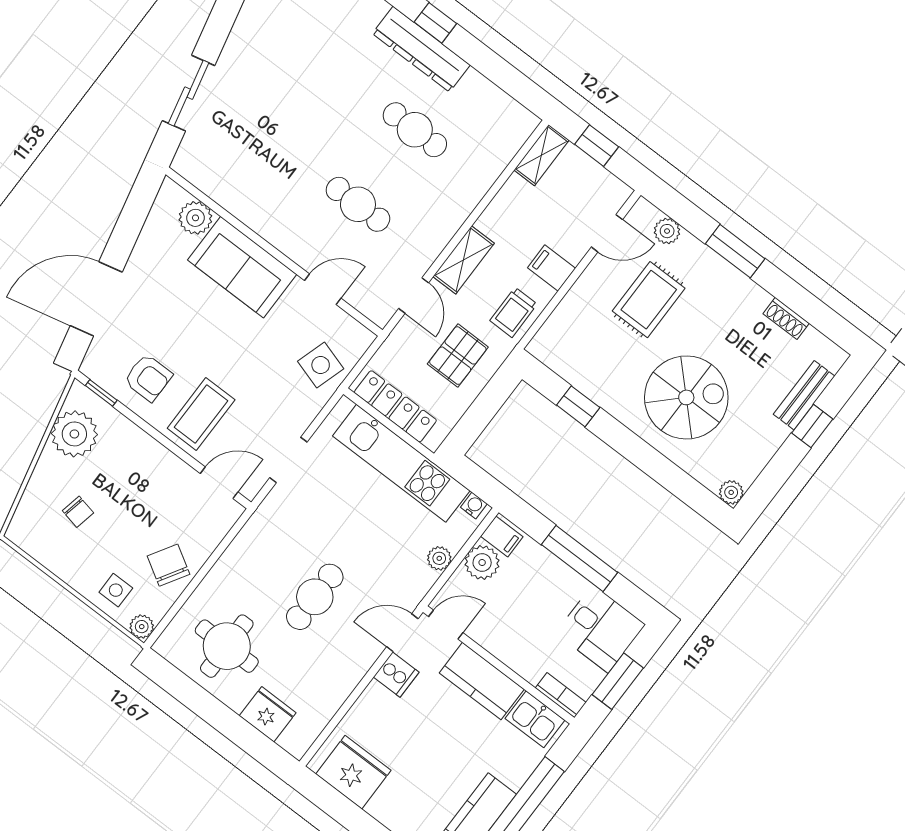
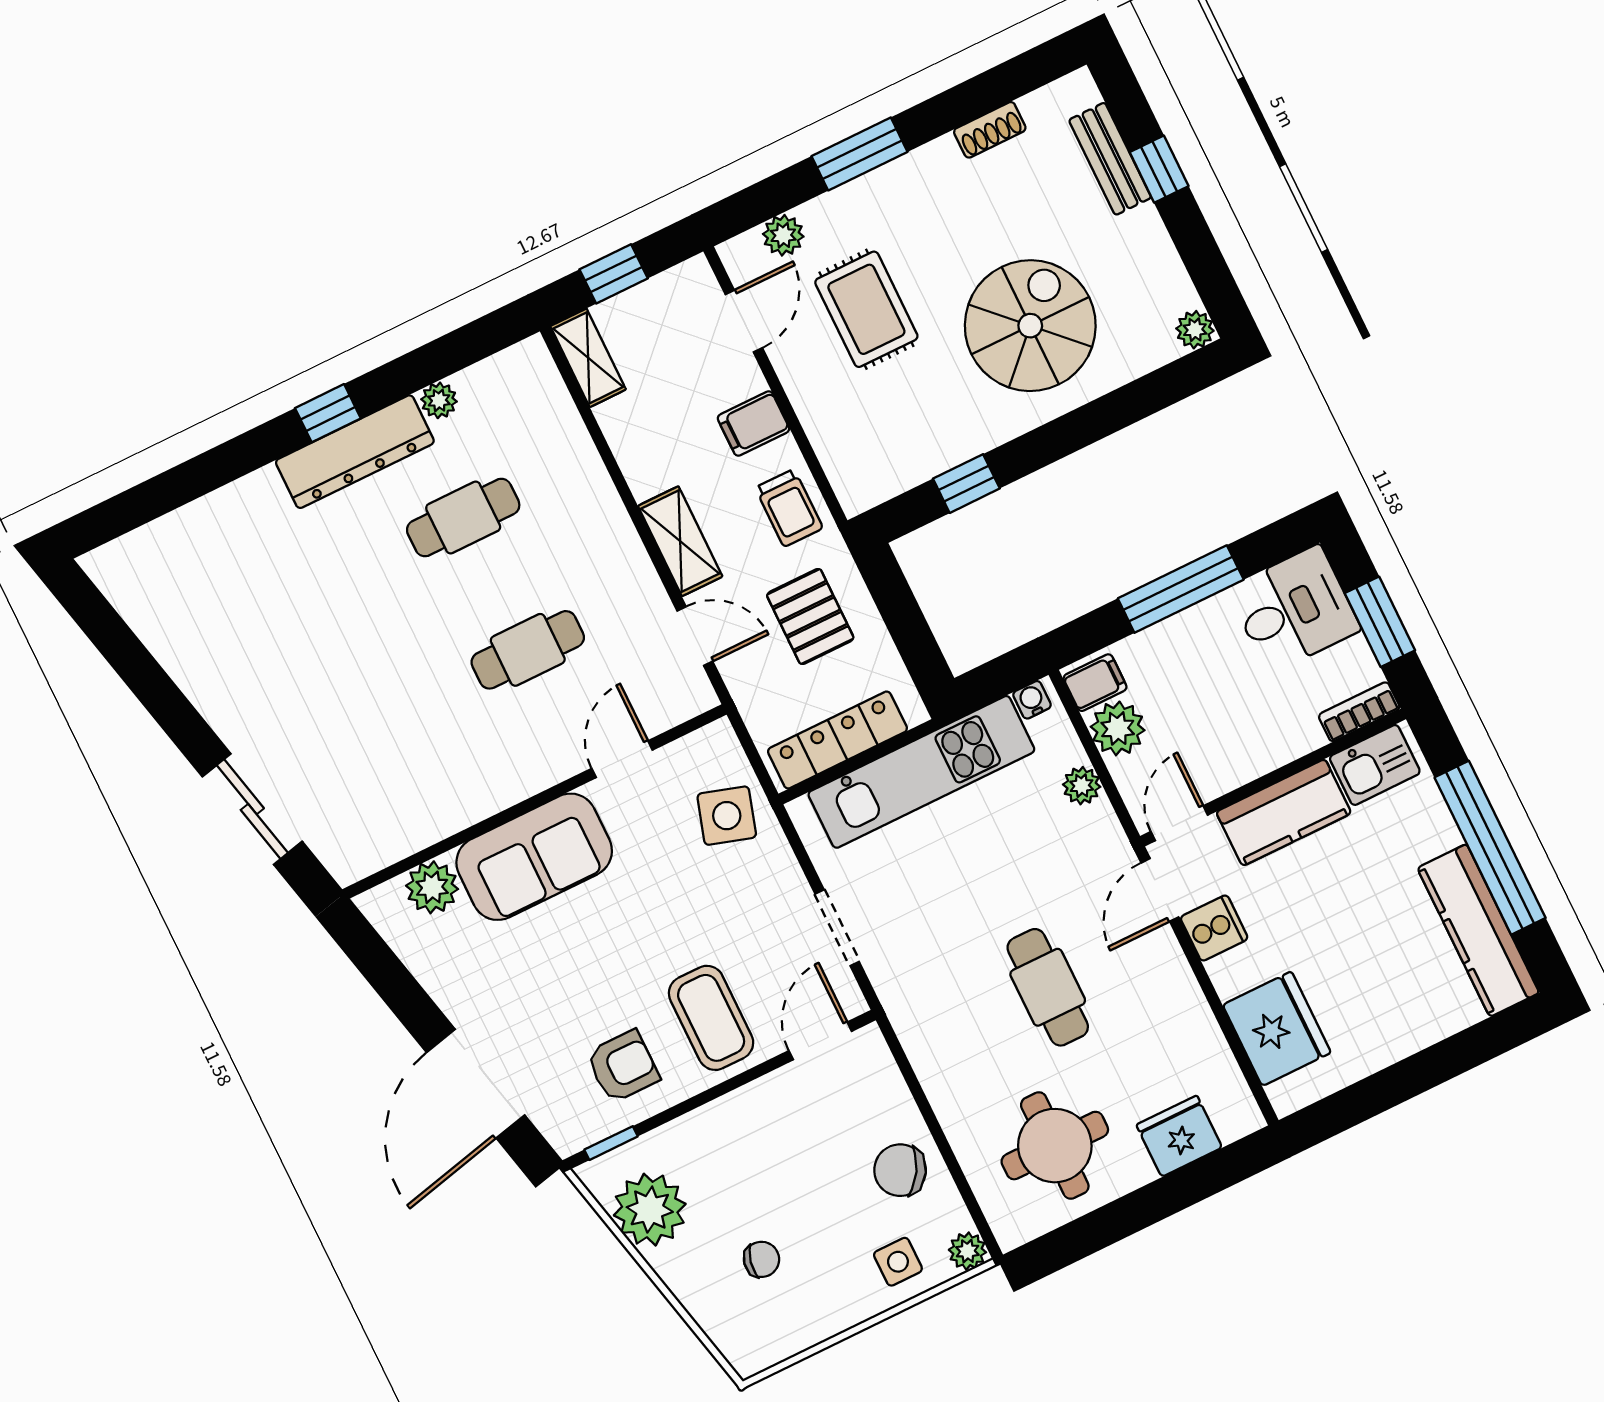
plant: (475, 82) -> (439, 400), added
fridge: (353, 772) -> (1277, 1029), moved, turned 90

